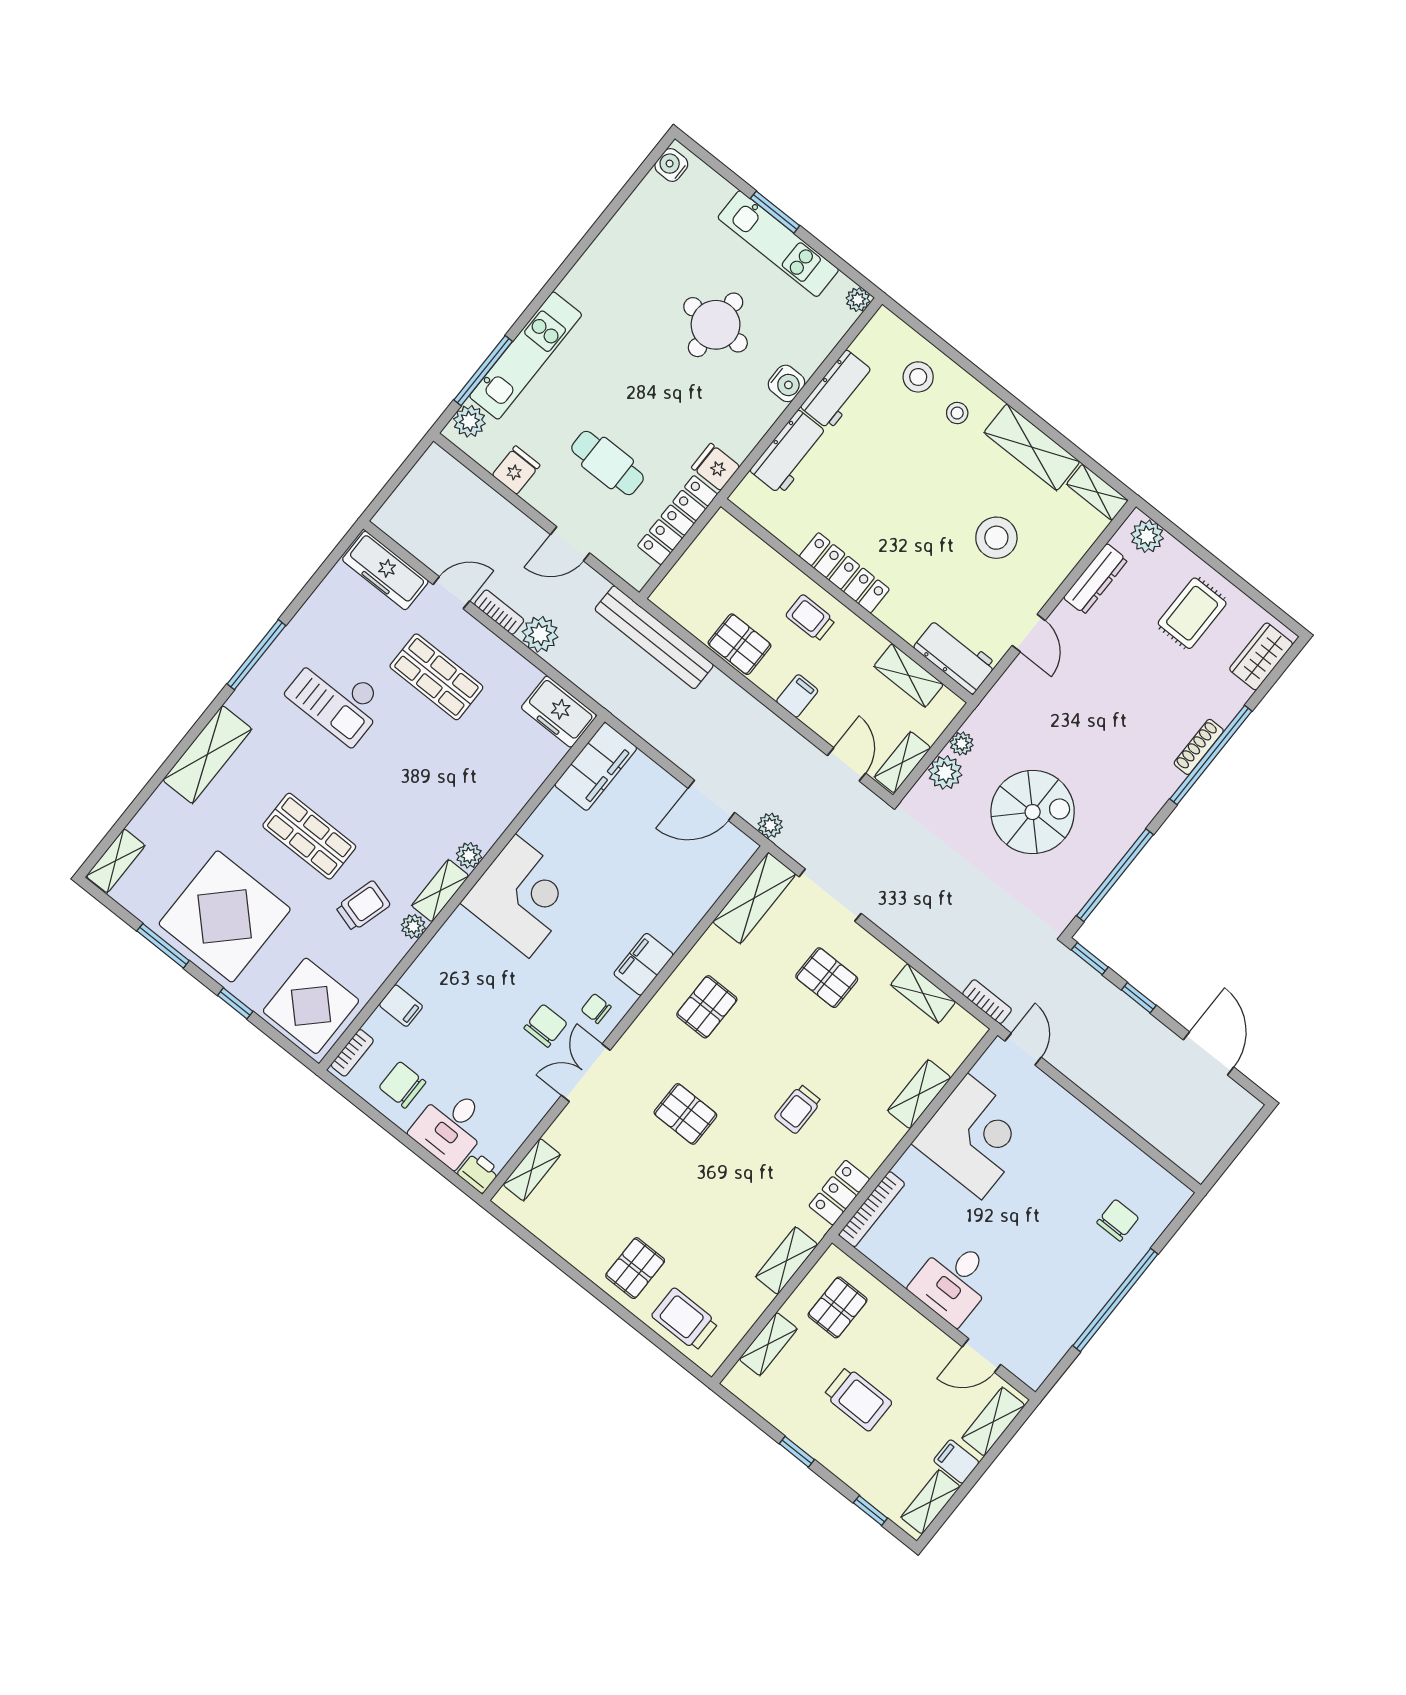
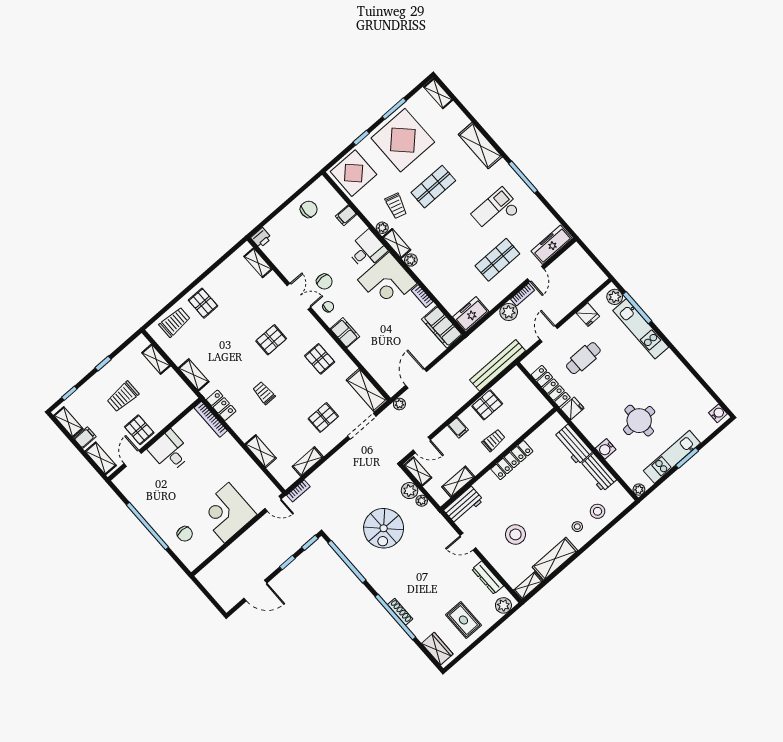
bookcase: (352, 1053) -> (422, 296), moved
desk: (451, 1127) -> (367, 250), moved, turned 90
corner desk: (975, 1136) -> (227, 513), moved, turned 90
pallet: (838, 1307) -> (139, 430), moved

